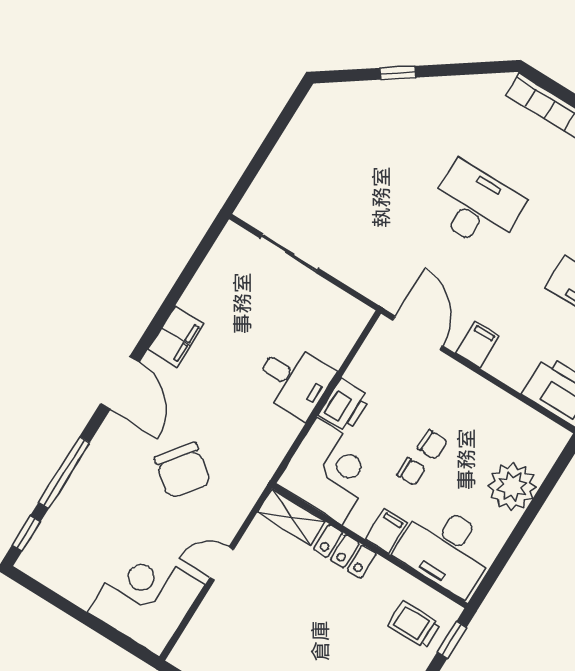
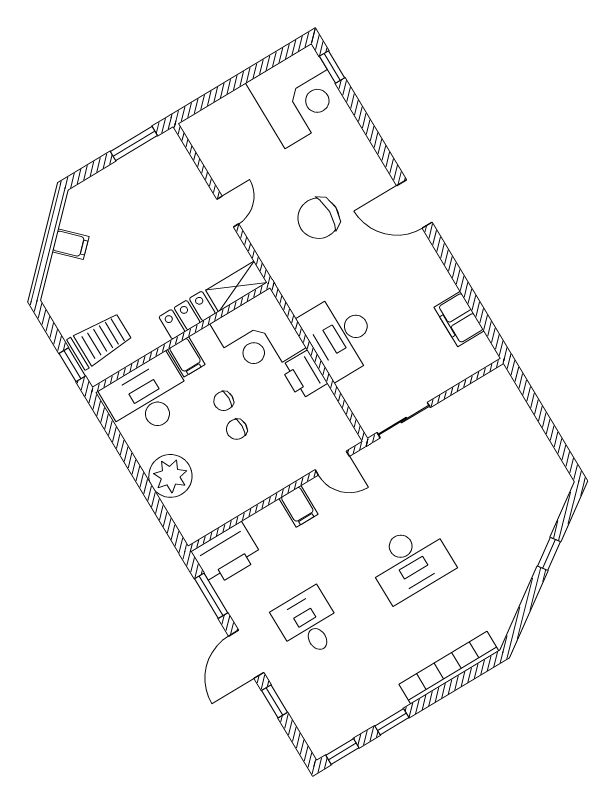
sliding door: (290, 253) -> (404, 420), moved
door: (418, 333) -> (332, 463), width x0.73
filing cabinet: (176, 337) -> (459, 319), moved
desk: (294, 380) -> (340, 336), width x1.37
chair: (182, 470) -> (318, 218), turned -38
window: (64, 473) -> (365, 122), removed
corner desk: (146, 598) -> (298, 96), moved
trolley: (414, 625) -> (100, 341), width x1.36, depth x1.39

